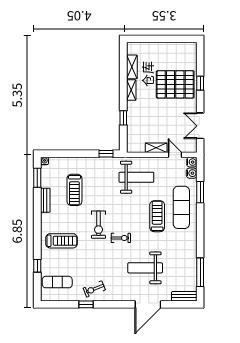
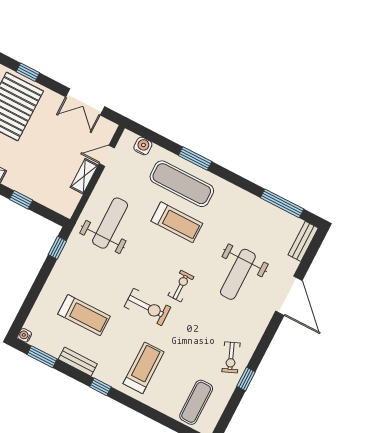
water cooler: (192, 162) -> (128, 138), removed
window: (200, 192) -> (195, 158), moved
treadmill: (157, 216) -> (177, 222), turned 180
window: (37, 266) -> (100, 387), moved

